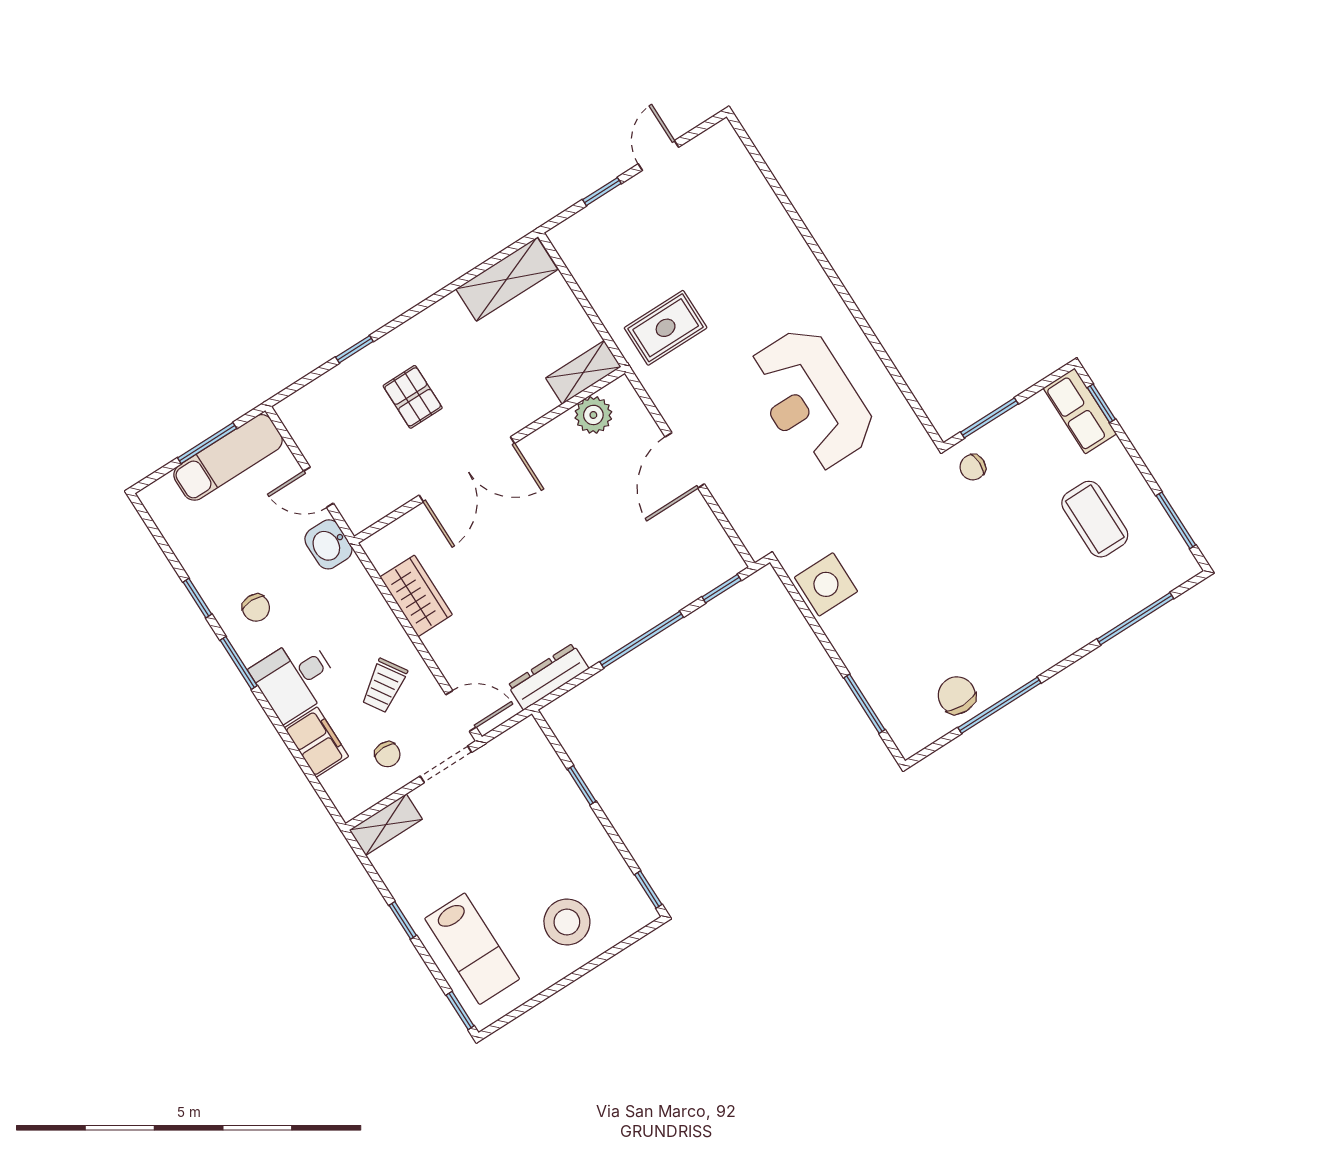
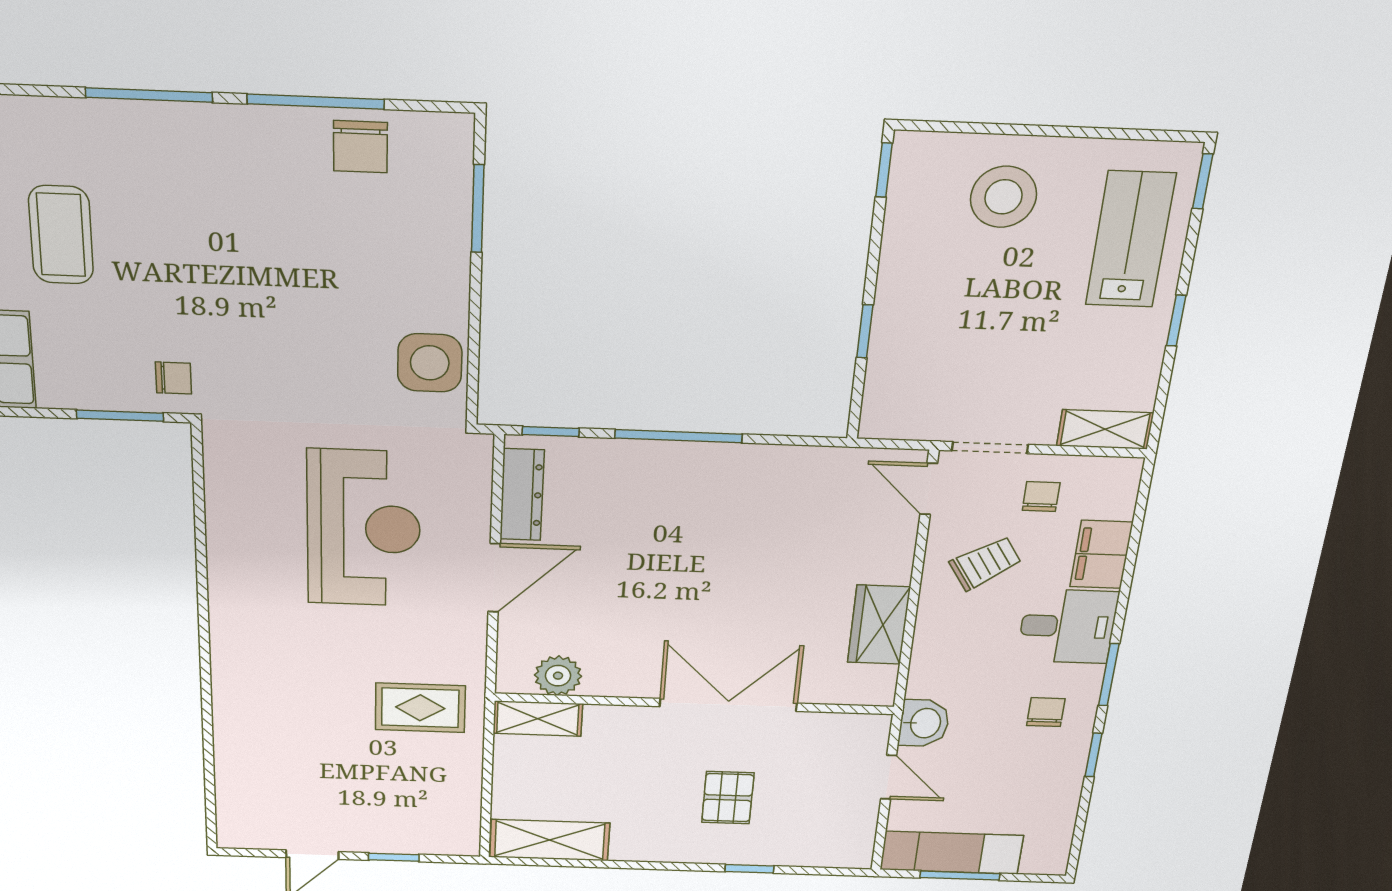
reception desk: (811, 399) -> (364, 528), moved
window: (1135, 619) -> (149, 95), moved
dresser: (548, 677) -> (522, 495), moved, turned -90

